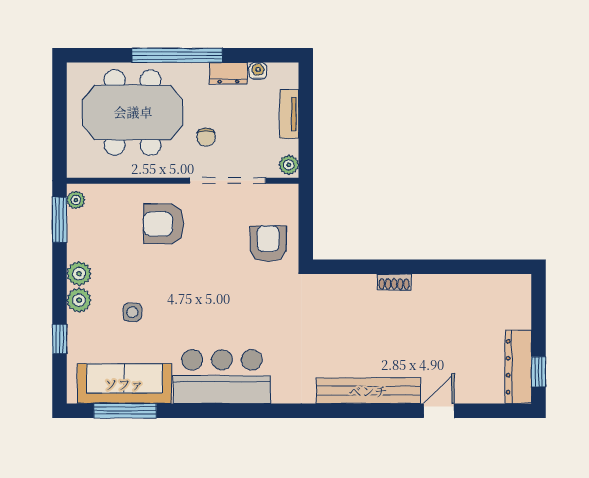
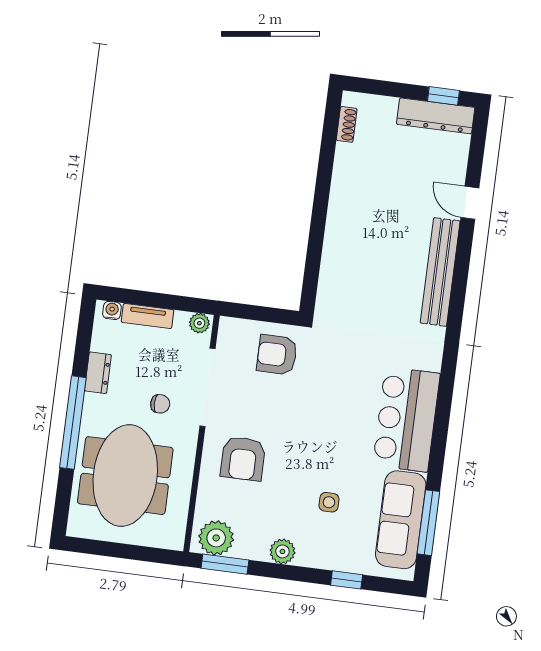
water cooler: (258, 71) -> (112, 310), moved, turned 90
plant: (76, 200) -> (216, 538), width x1.88, depth x1.88
shoe rack: (394, 282) -> (347, 124), moved
plant: (79, 300) -> (310, 555), removed

